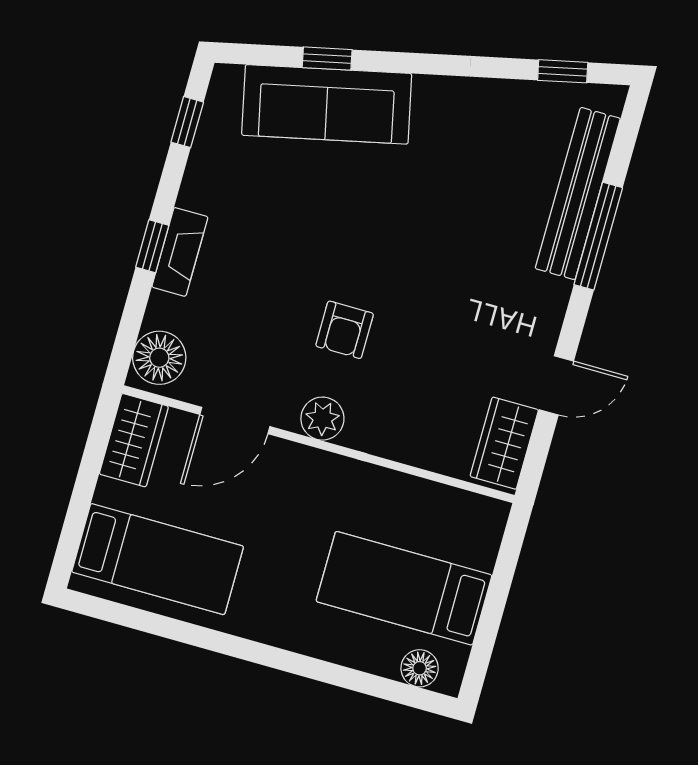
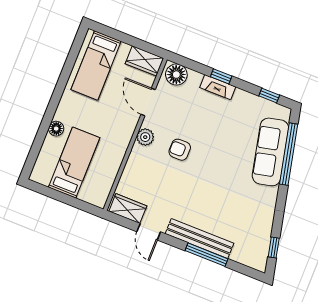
window: (327, 59) -> (289, 154), width x3.17
bench: (578, 193) -> (200, 239), moved
floor lamp: (420, 668) -> (56, 129), moved

